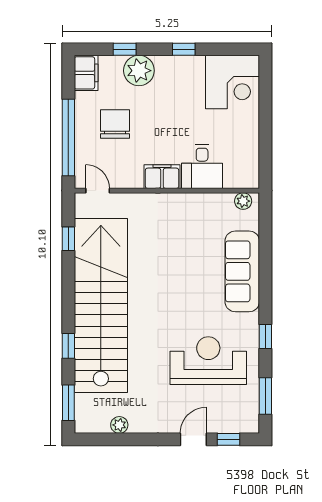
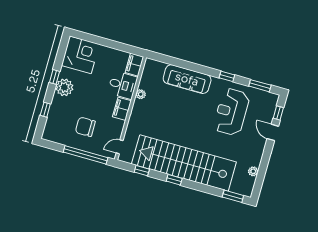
plant: (139, 71) -> (64, 87), moved
filing cabinet: (86, 73) -> (134, 65), moved, turned -90
plant: (243, 201) -> (141, 94), moved
window: (68, 346) -> (174, 180), moved

